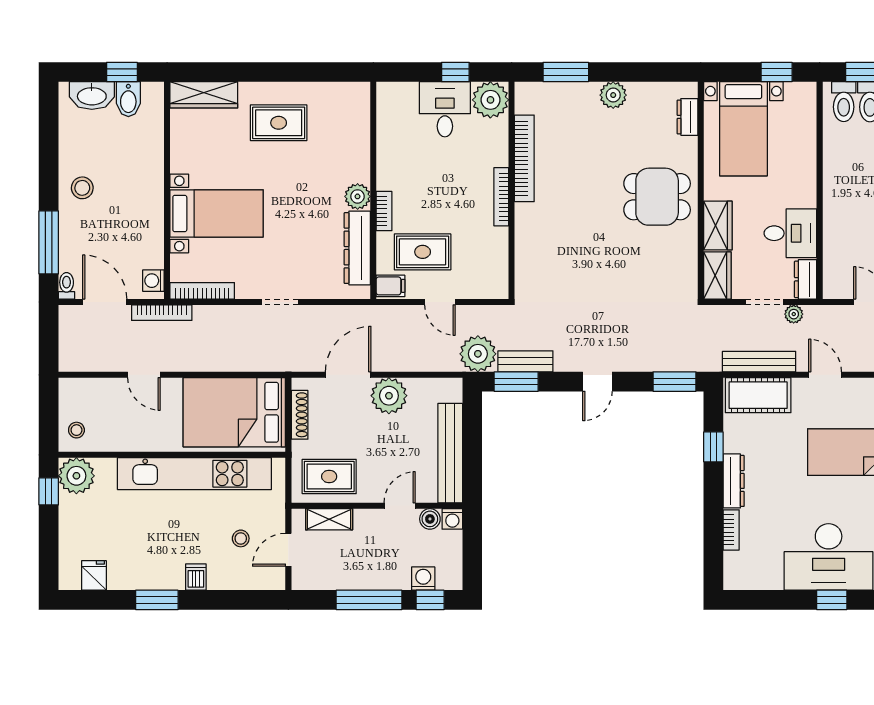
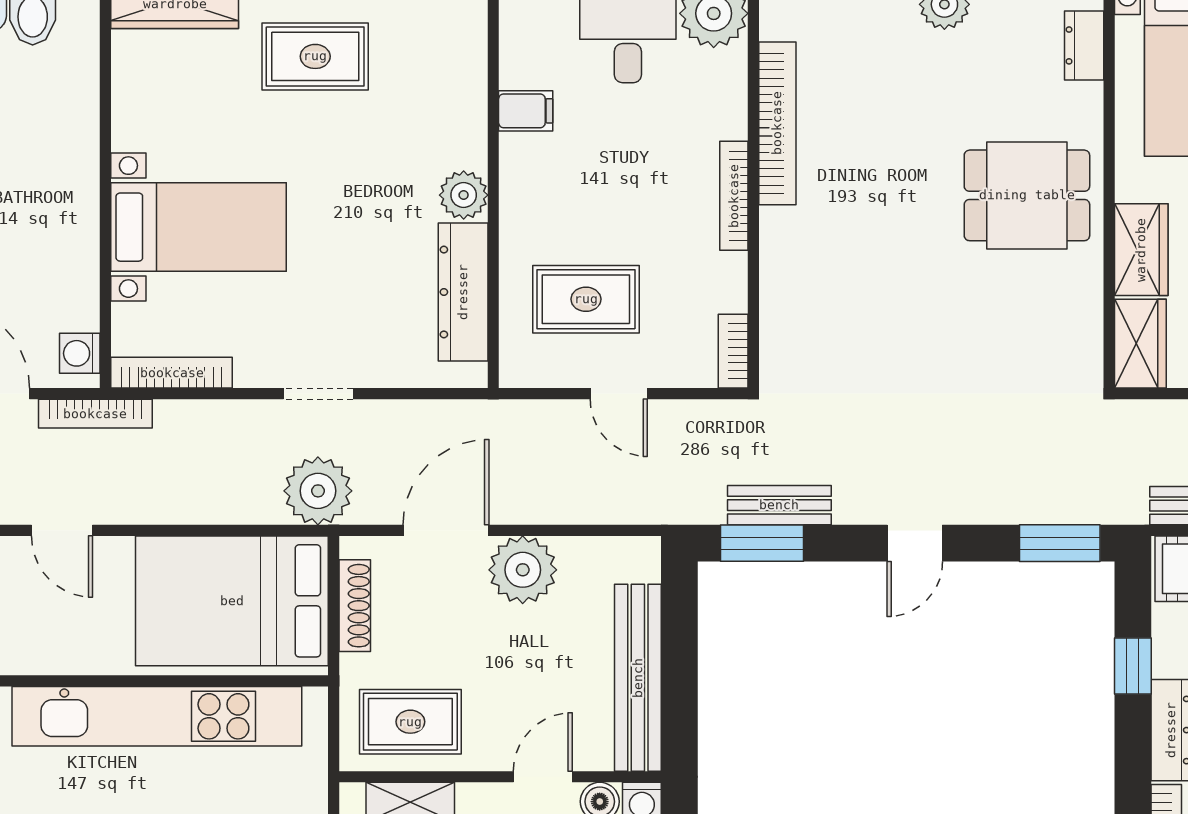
bookcase: (384, 211) -> (733, 351), moved, turned 180
filing cabinet: (391, 286) -> (526, 111), moved
plant: (478, 354) -> (318, 491), moved

